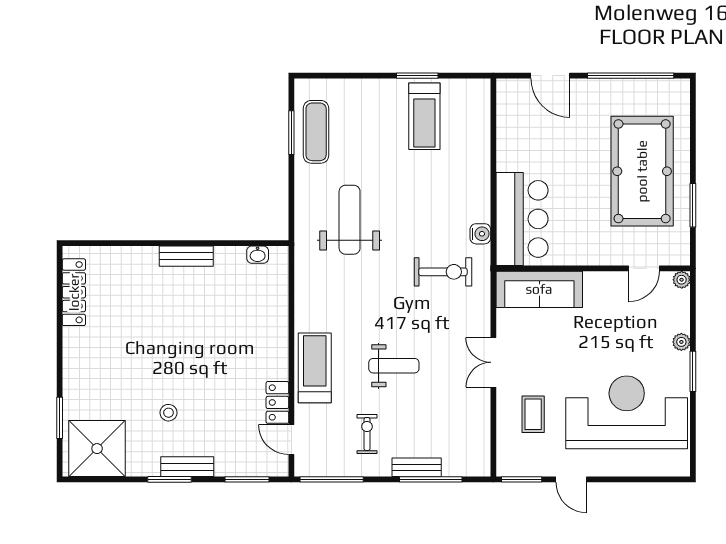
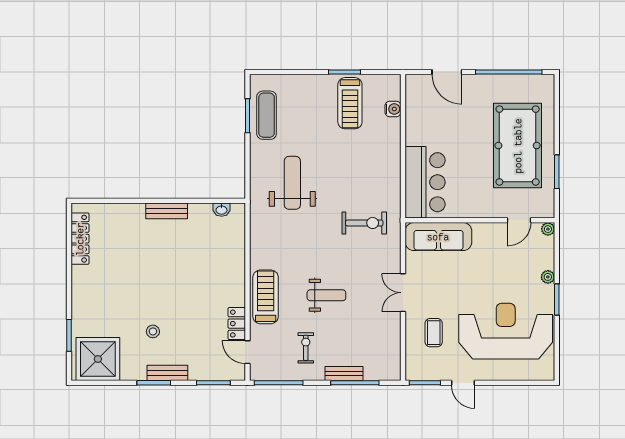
water cooler: (480, 234) -> (393, 109), moved

